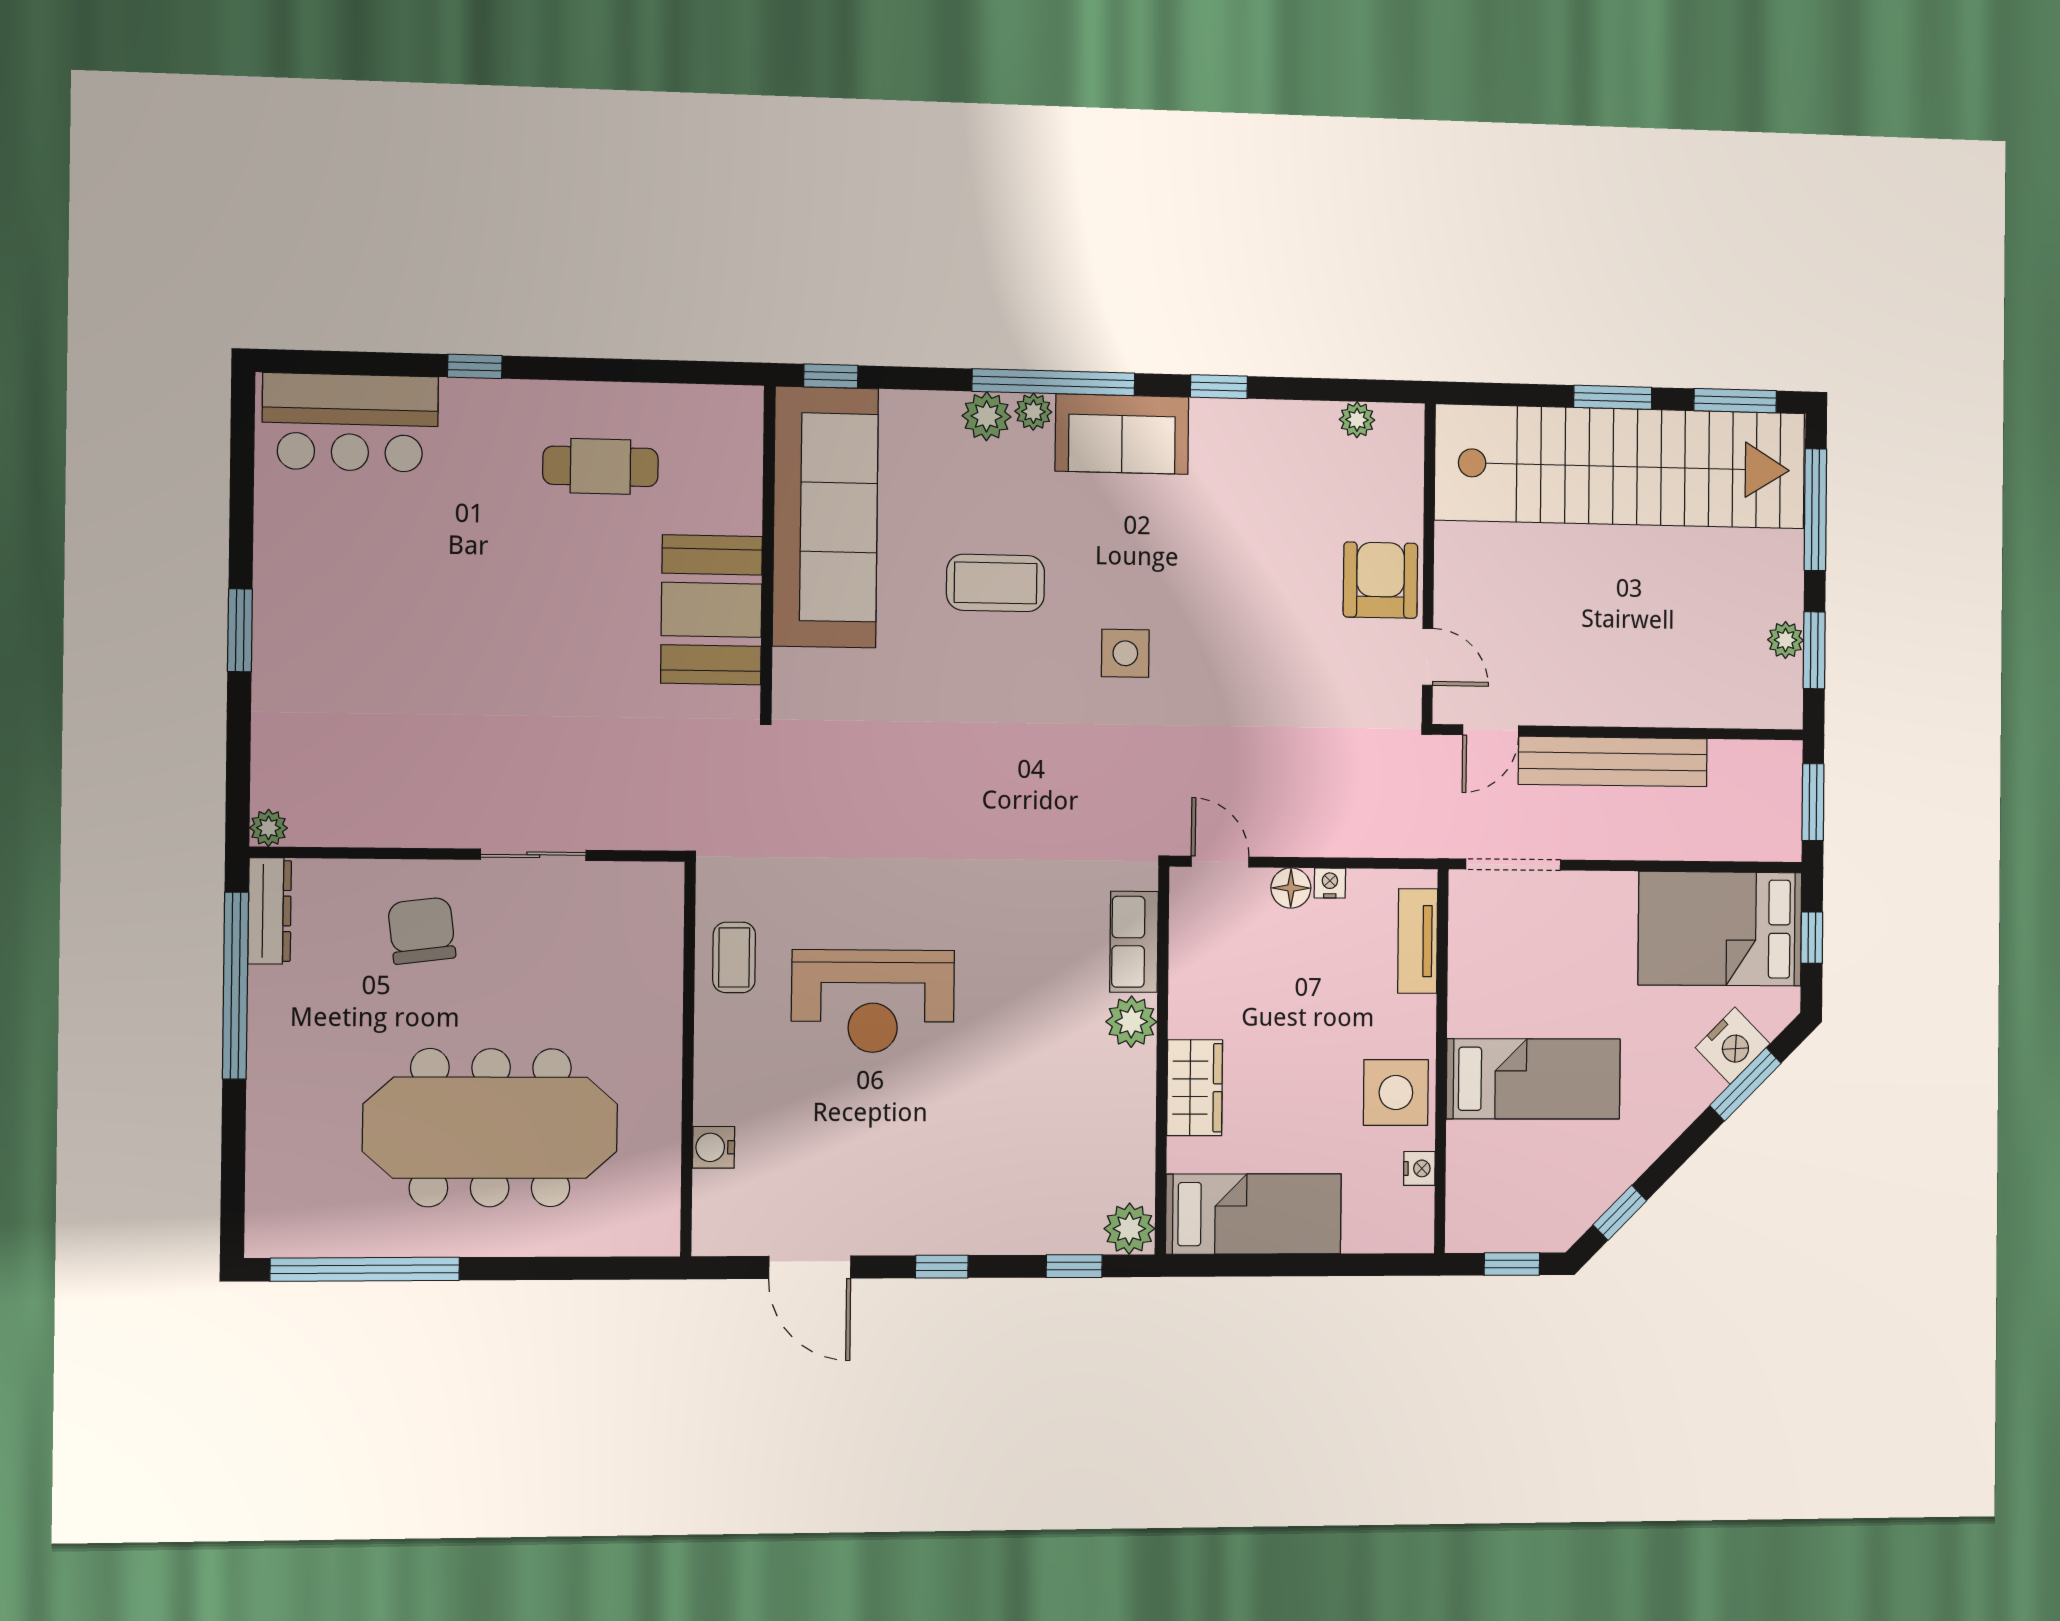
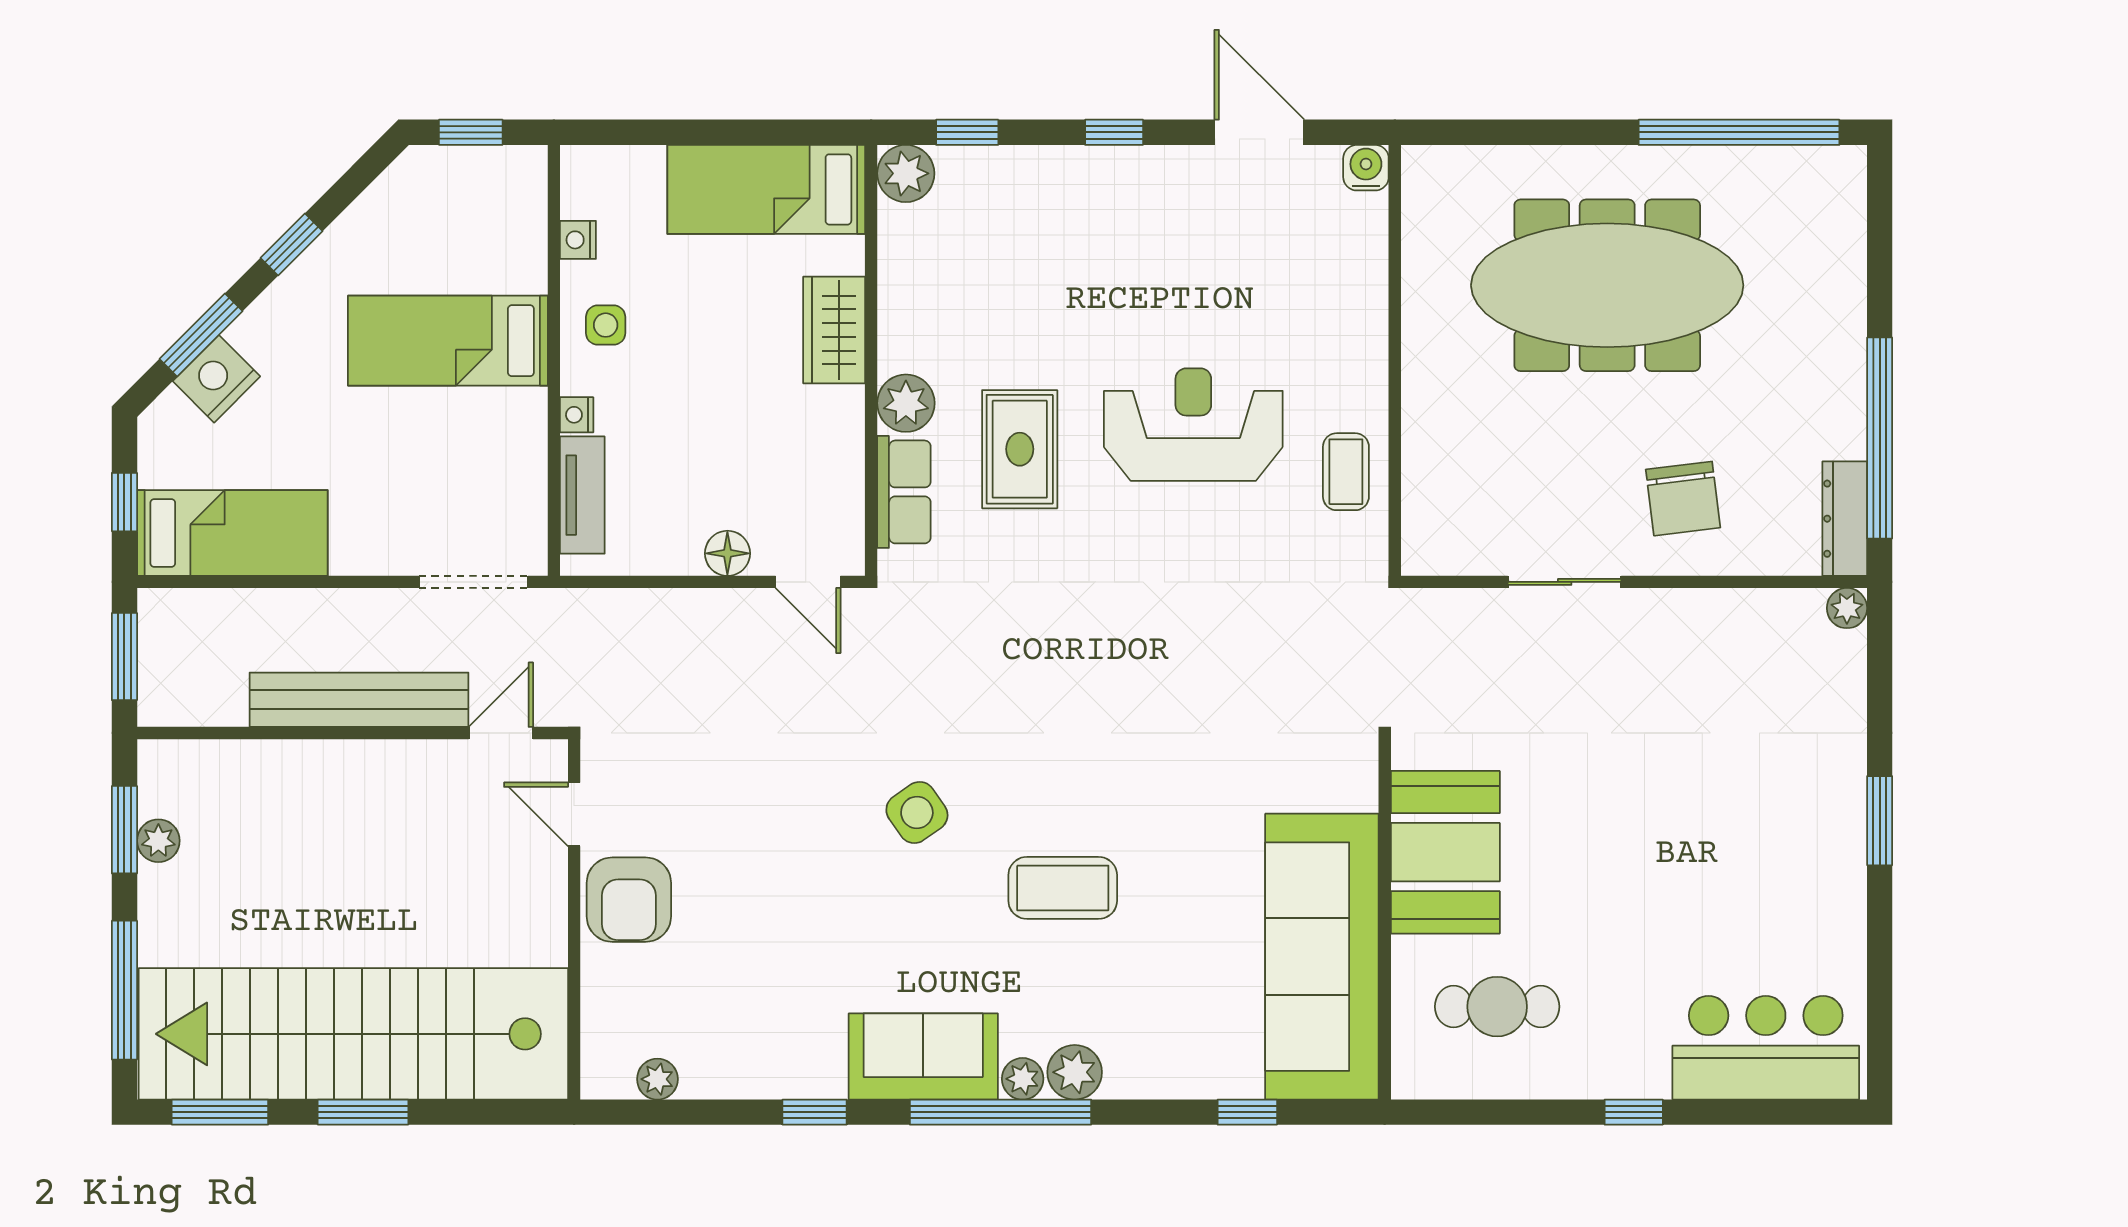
sofa: (825, 517) -> (1322, 957), moved
wall: (768, 550) -> (1385, 919), moved
booth: (712, 610) -> (1445, 852), moved
side table: (1125, 653) -> (917, 812), turned -35
nightstand: (1330, 883) -> (577, 415), moved, turned 90
bed: (1720, 929) -> (232, 533), width x0.67
rug: (1030, 980) -> (1020, 449), added
side table: (1396, 1092) -> (606, 325), width x0.54, depth x0.54
water cooler: (714, 1147) -> (1366, 168), moved, turned -90
window: (1620, 1213) -> (292, 244), moved

